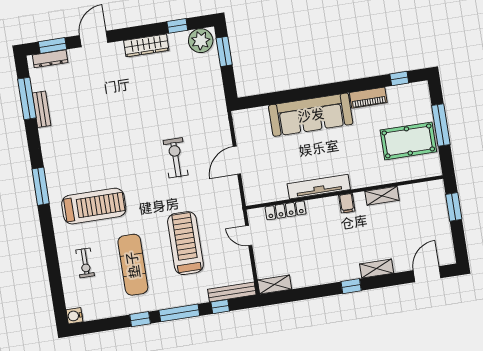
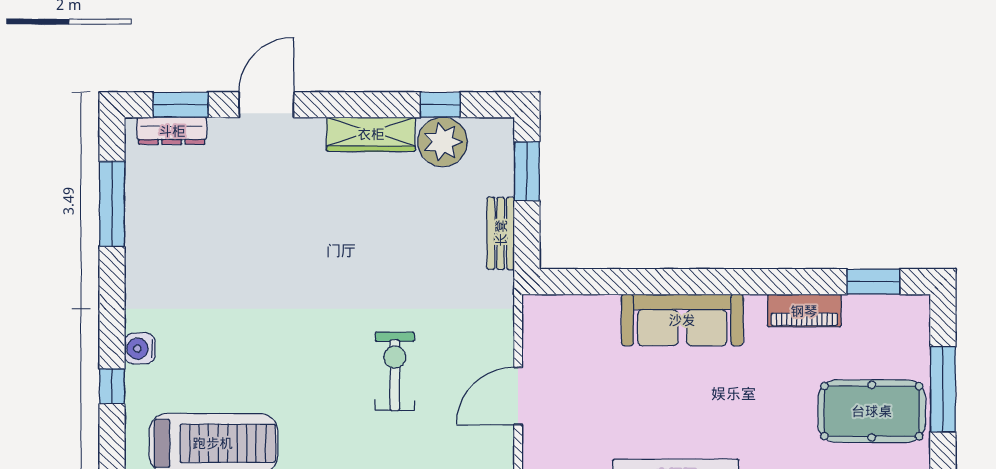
plant: (201, 41) -> (443, 142), moved
window: (399, 78) -> (873, 282), width x1.50
bench: (41, 109) -> (501, 233), moved
sofa: (311, 115) -> (682, 320), width x0.74, depth x0.79
water cooler: (51, 166) -> (140, 349), added
window: (41, 186) -> (112, 386), width x0.46

